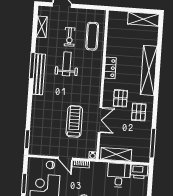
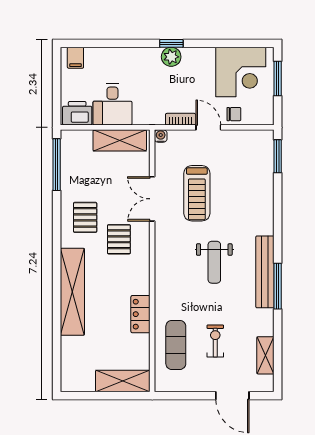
shelving: (143, 19) -> (123, 381), moved
weight bench: (67, 64) -> (214, 262), moved
locker: (110, 68) -> (140, 314), moved

